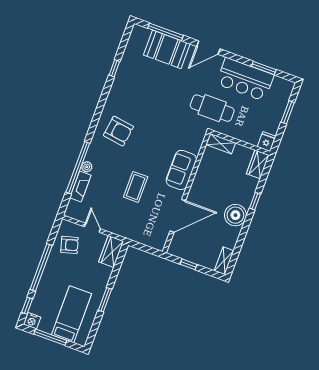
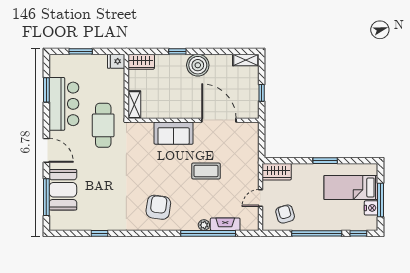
nightstand: (32, 321) -> (371, 208), moved

